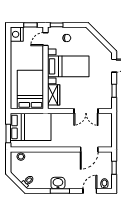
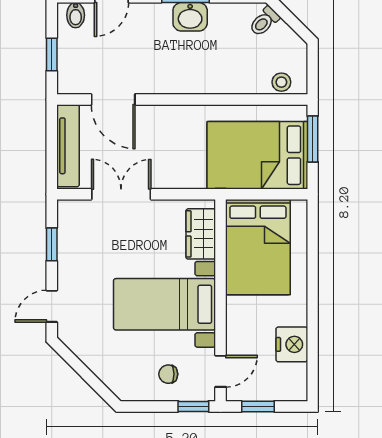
nightstand: (17, 34) -> (292, 344), moved
tv unit: (108, 131) -> (68, 146), added
door: (89, 150) -> (113, 100), swing flipped

